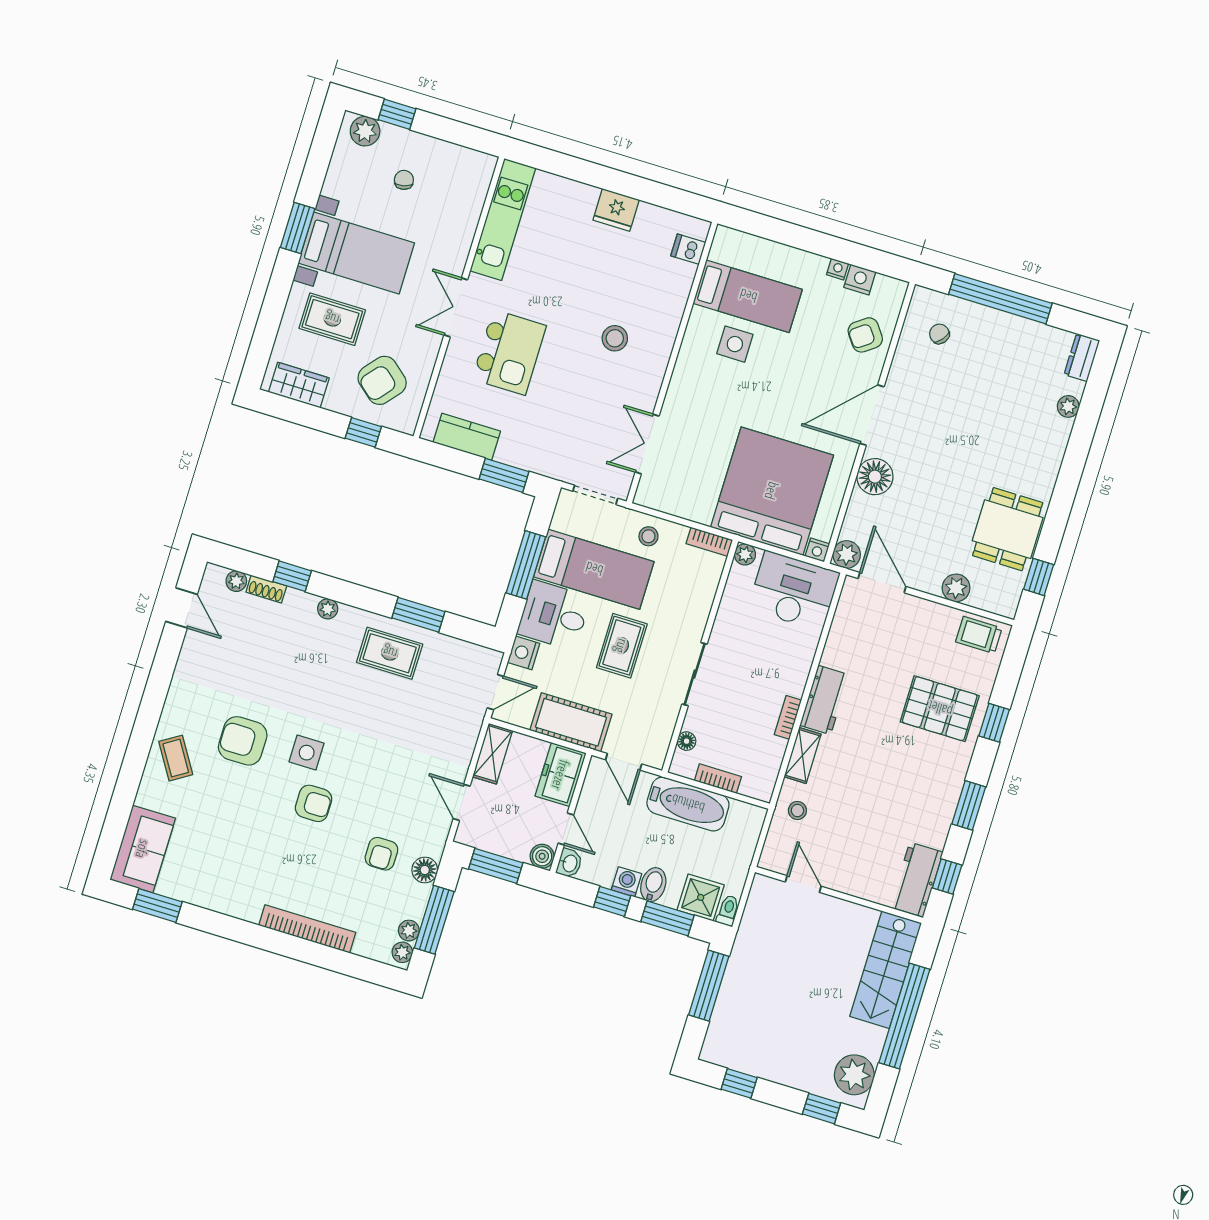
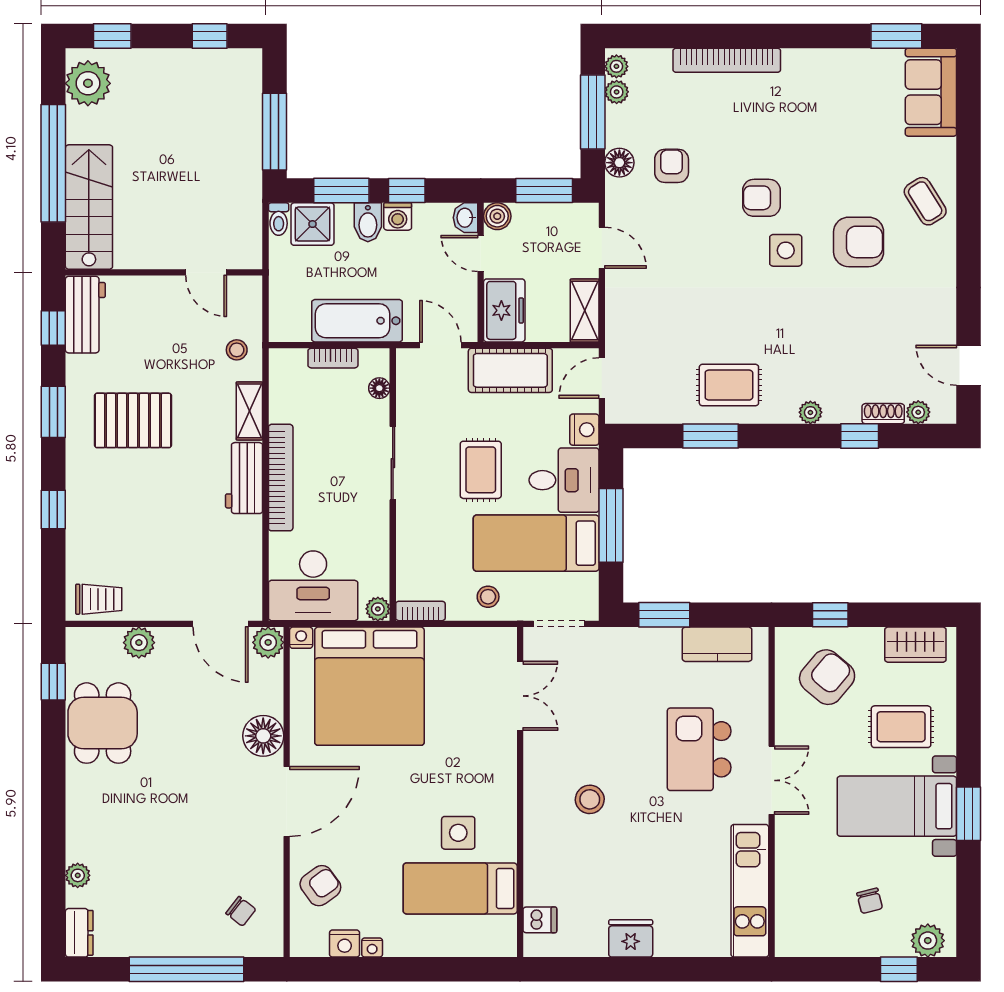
pallet: (940, 709) -> (133, 420), moved
bookcase: (788, 717) -> (281, 478), width x2.31, depth x1.31

